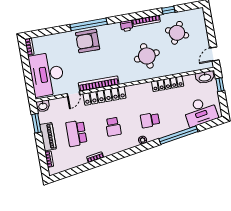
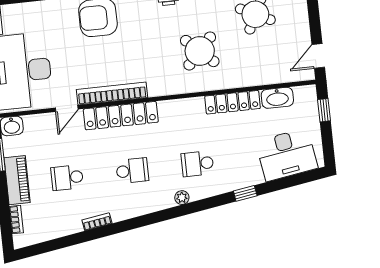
round table: (147, 56) -> (200, 51), turned -38
washbasin: (205, 77) -> (277, 98), moved
school desk: (113, 127) -> (132, 171), turned -90
school desk: (76, 133) -> (67, 178), width x0.54
window: (178, 135) -> (245, 193), width x0.32

